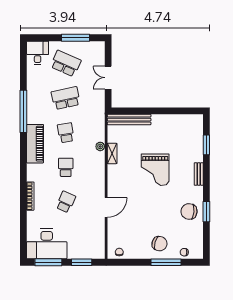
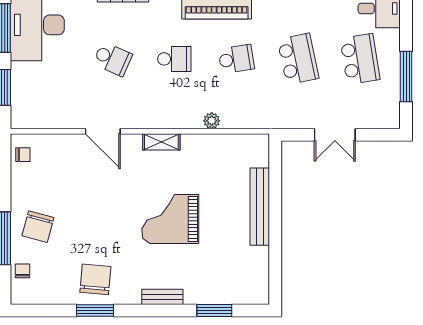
school desk: (66, 64) -> (360, 59), turned -33
double door: (108, 78) -> (335, 135), swing flipped
bench: (129, 120) -> (260, 207), moved
shelving: (112, 153) -> (161, 142), moved

